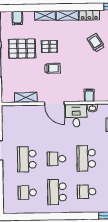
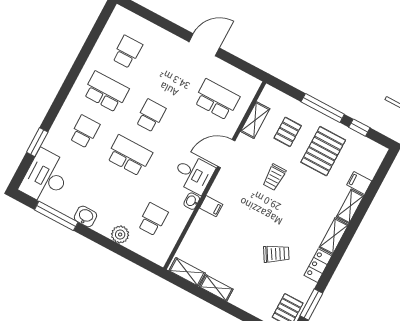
filing cabinet: (17, 18) -> (359, 183), moved
pallet: (49, 46) -> (288, 132), moved
school desk: (27, 159) -> (217, 100), moved

